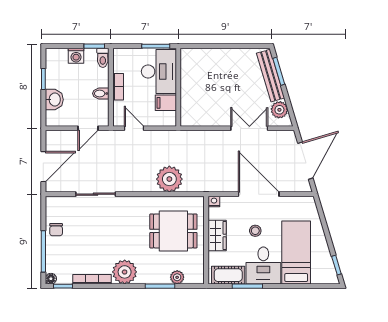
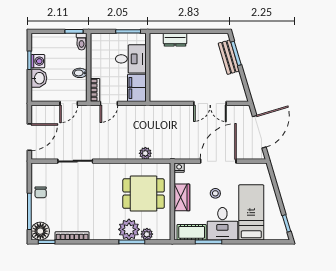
washing machine: (76, 56) -> (38, 61), moved, turned -90
dresser: (209, 56) -> (175, 40), added
desk: (159, 72) -> (131, 59), width x0.73
bench: (271, 76) -> (229, 57), width x0.73
bookcase: (118, 87) -> (95, 90), moved
filing cabinet: (166, 103) -> (137, 88), width x2.00
plant: (279, 110) -> (237, 87), removed
door: (134, 128) -> (109, 103), swing flipped
double door: (249, 128) -> (210, 103), swing flipped
plant: (169, 179) -> (145, 153), width x0.53, depth x0.53
door: (259, 194) -> (218, 161), hinge flipped
plant: (125, 272) -> (129, 229), moved
floor lamp: (51, 279) -> (40, 231), width x1.89, depth x1.89

